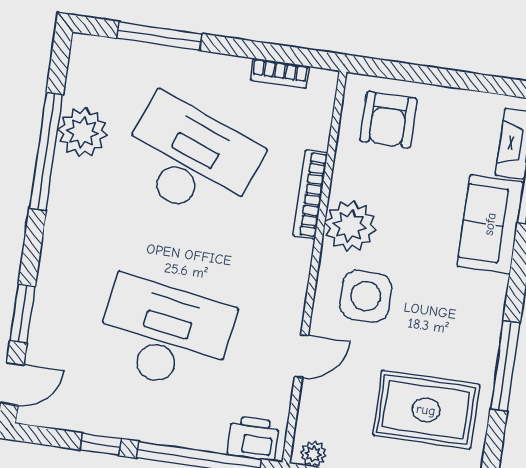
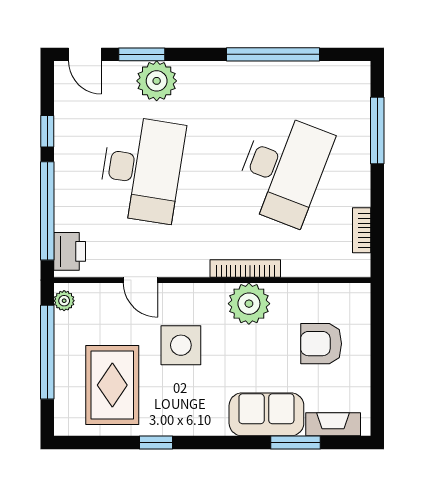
armchair: (388, 120) -> (321, 344), moved
plant: (82, 132) -> (157, 81), moved
bookcase: (310, 194) -> (245, 269), moved
side table: (366, 296) -> (181, 345), moved
window: (505, 366) -> (156, 443), width x0.46

